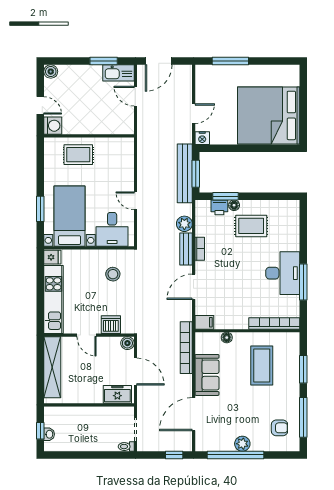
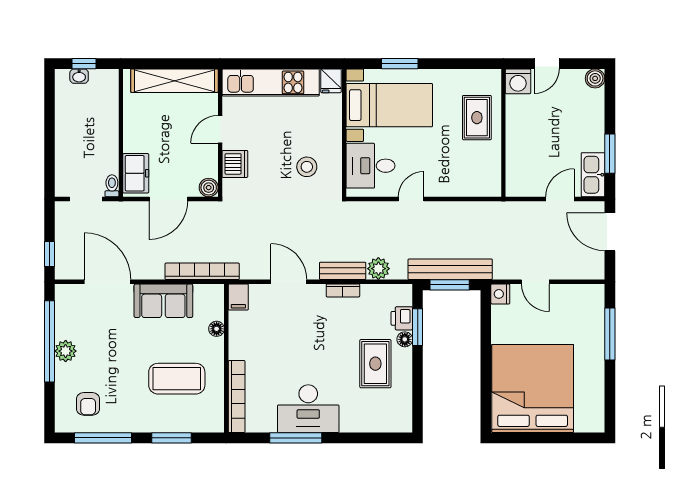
toilet: (126, 447) -> (112, 186), moved

